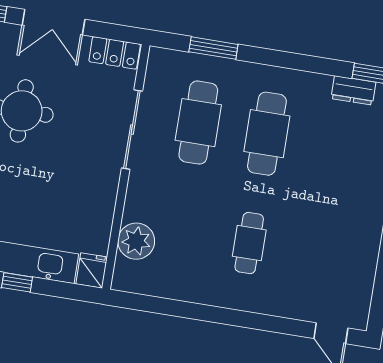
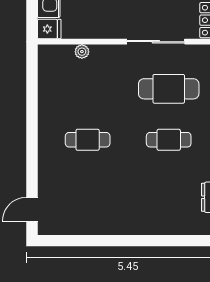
cafe table: (267, 134) -> (169, 140), width x0.73, depth x0.74
plant: (136, 241) -> (82, 52), width x0.53, depth x0.53

